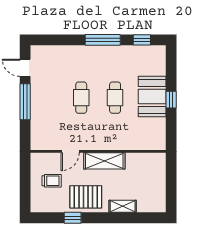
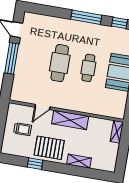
cafe table: (81, 98) -> (60, 63), width x1.37, depth x1.35
shelving: (160, 165) -> (117, 132), added

